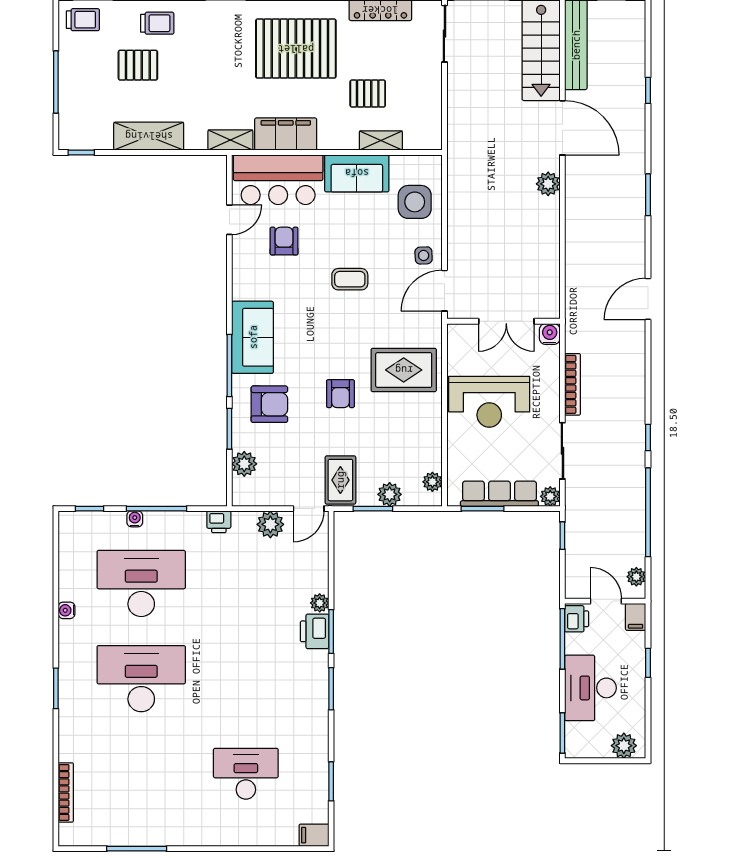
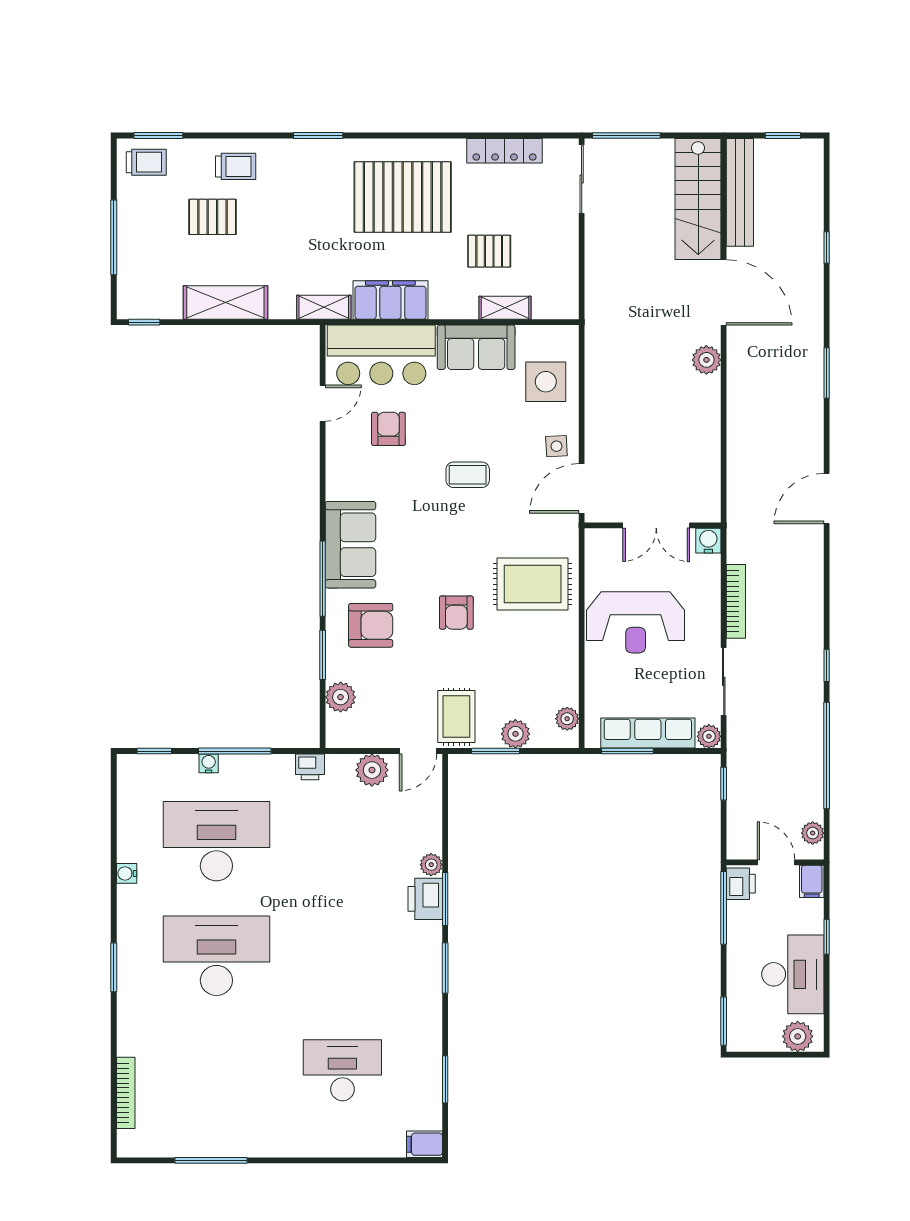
desk: (590, 688) -> (793, 974), moved, turned 180

